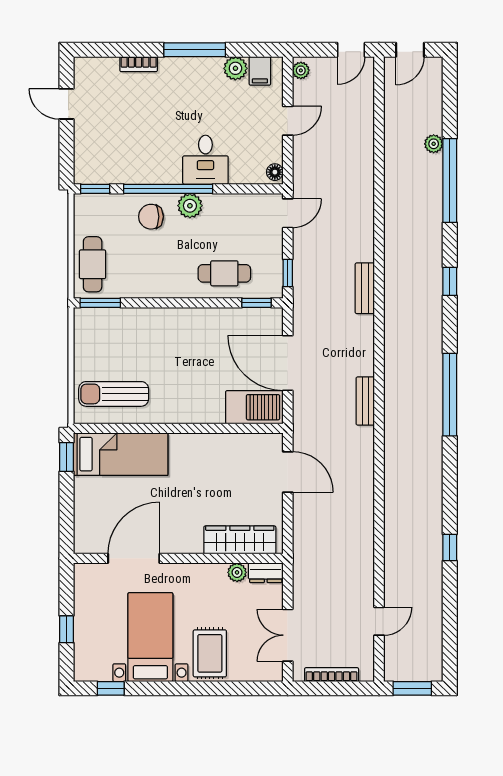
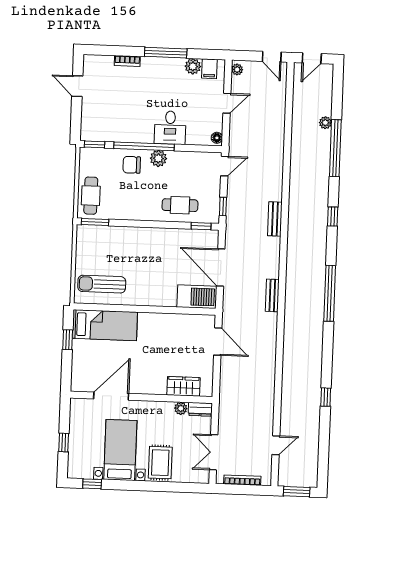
door: (351, 50) -> (272, 57), hinge flipped
window: (66, 457) -> (68, 340), moved
wardrobe: (240, 540) -> (184, 386), width x0.67

